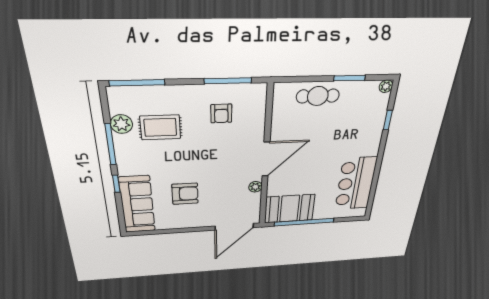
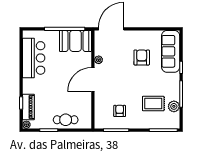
piano: (377, 114) -> (28, 107), added
armchair: (185, 194) -> (142, 57), turned 90

